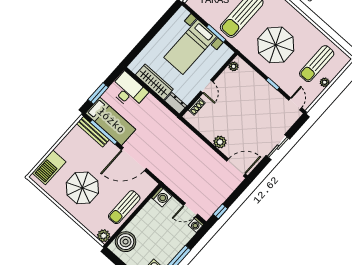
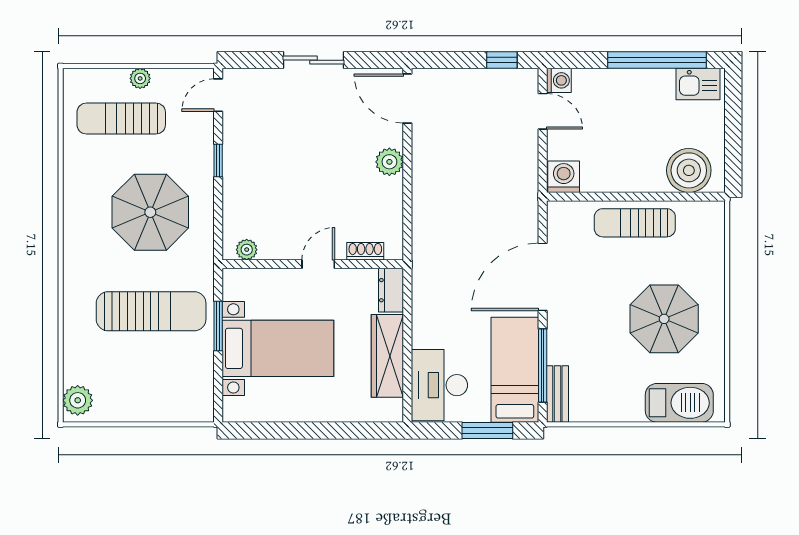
sun lounger: (317, 64) -> (121, 119), turned 180
bench: (93, 132) -> (557, 394), width x0.73
door: (134, 159) -> (543, 277), swing flipped
sun lounger: (124, 207) -> (635, 223), turned 180
plant: (104, 236) -> (711, 215), removed

